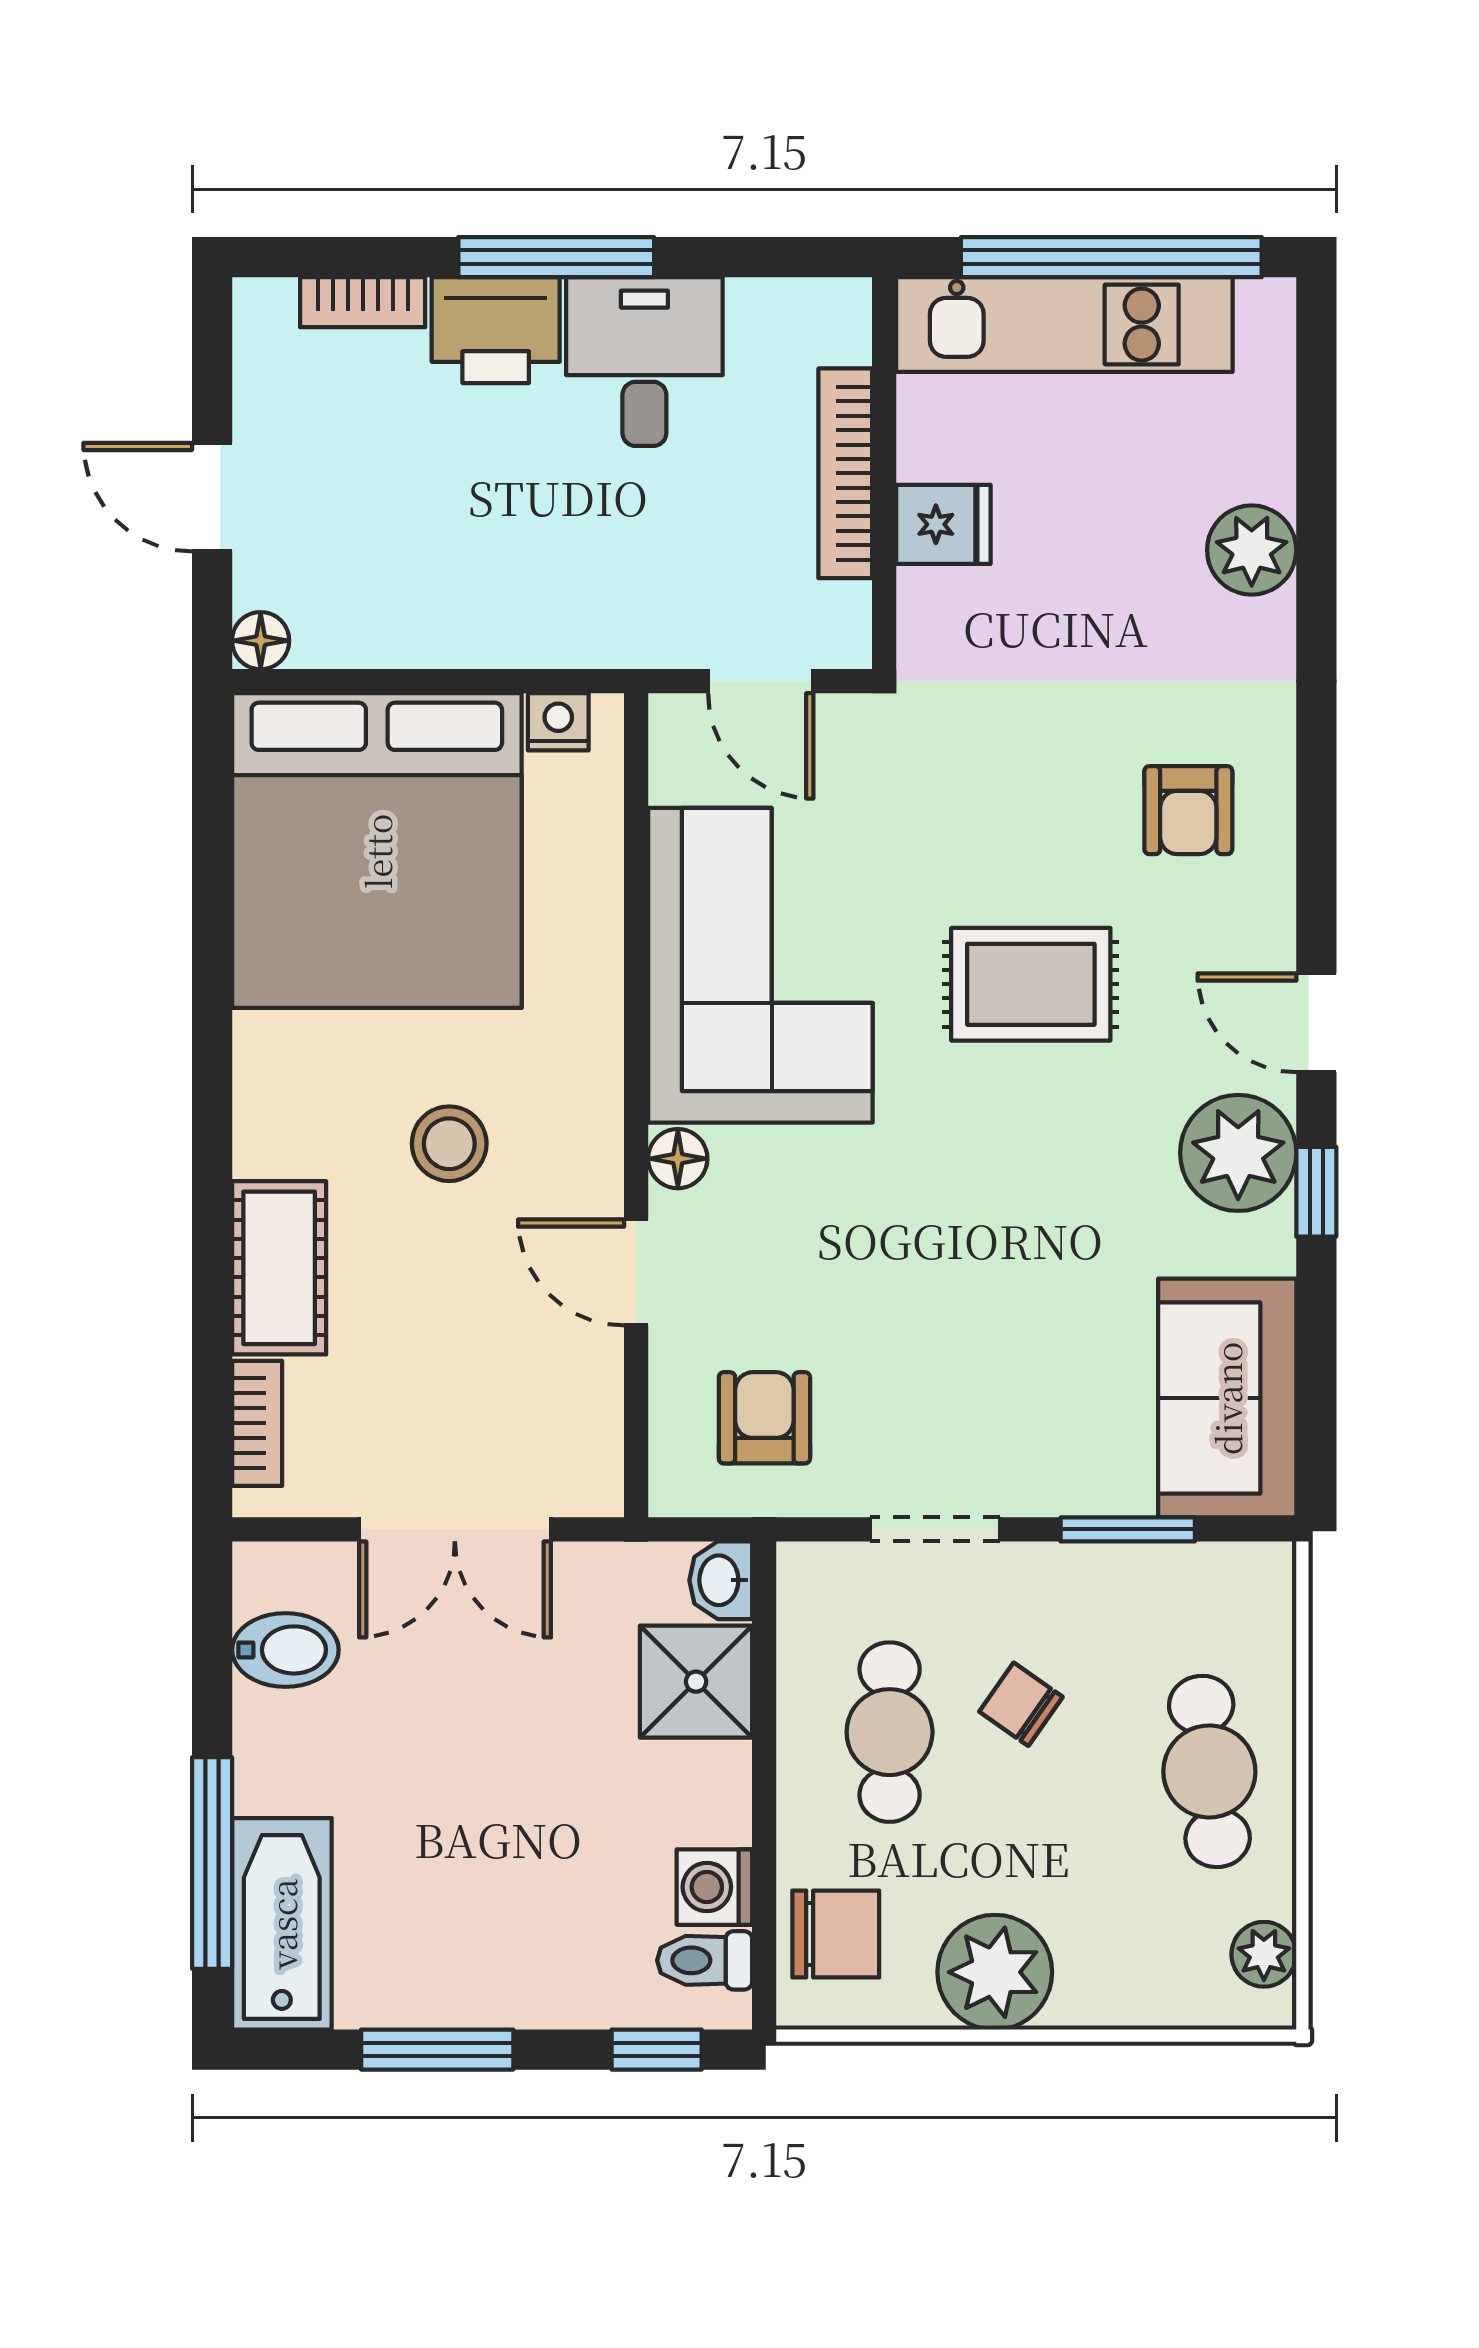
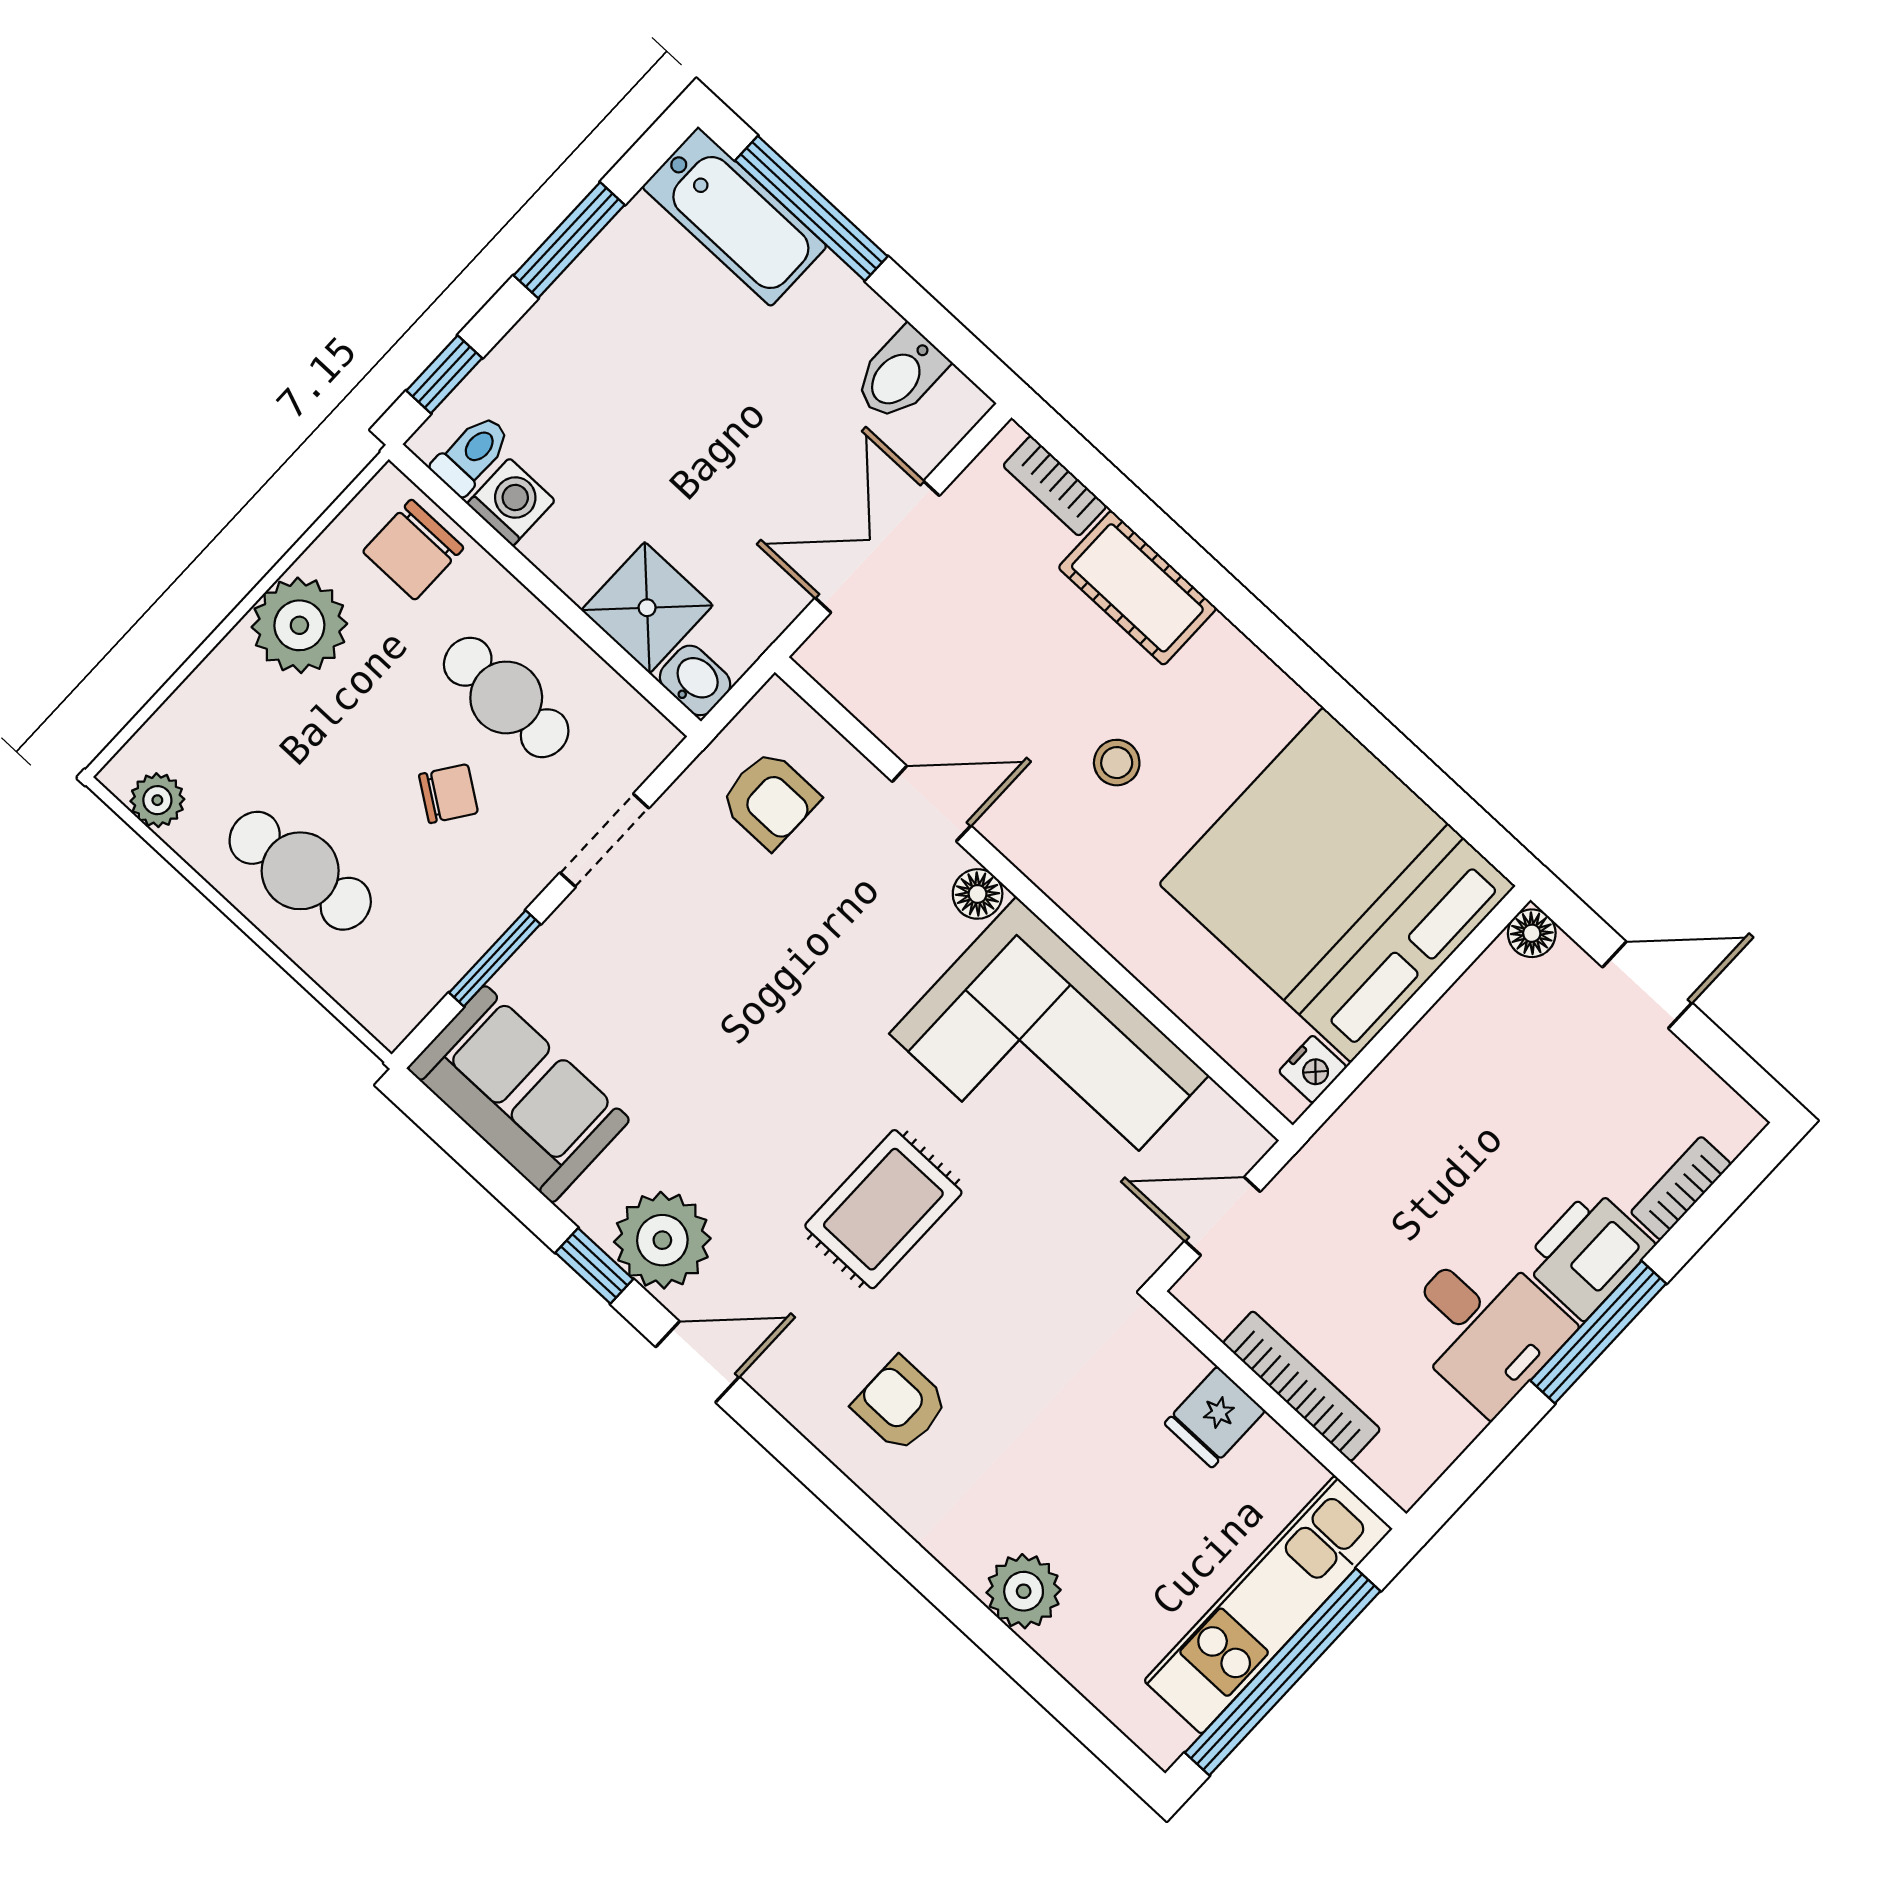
stool: (449, 1144) -> (1117, 763), width x0.73, depth x0.73

